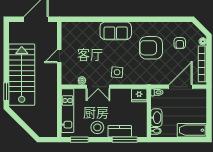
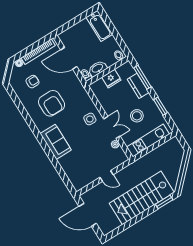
fridge: (139, 95) -> (111, 79), moved, turned 90
washbasin: (156, 118) -> (97, 68), moved
stool: (97, 127) -> (137, 116), moved
window: (79, 140) -> (160, 106), moved

